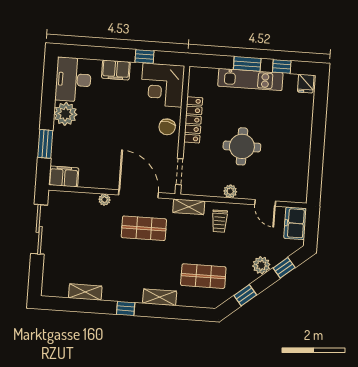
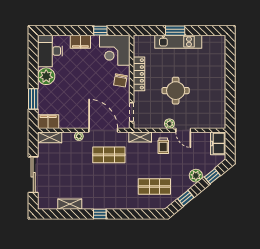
window: (282, 66) -> (200, 31), removed
fridge: (306, 84) -> (219, 42), removed
door: (265, 203) -> (183, 130), moved
sliding door: (39, 229) -> (33, 175), moved
shelving: (160, 297) -> (50, 137), moved

